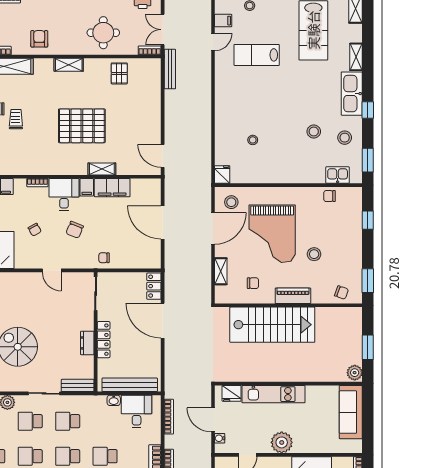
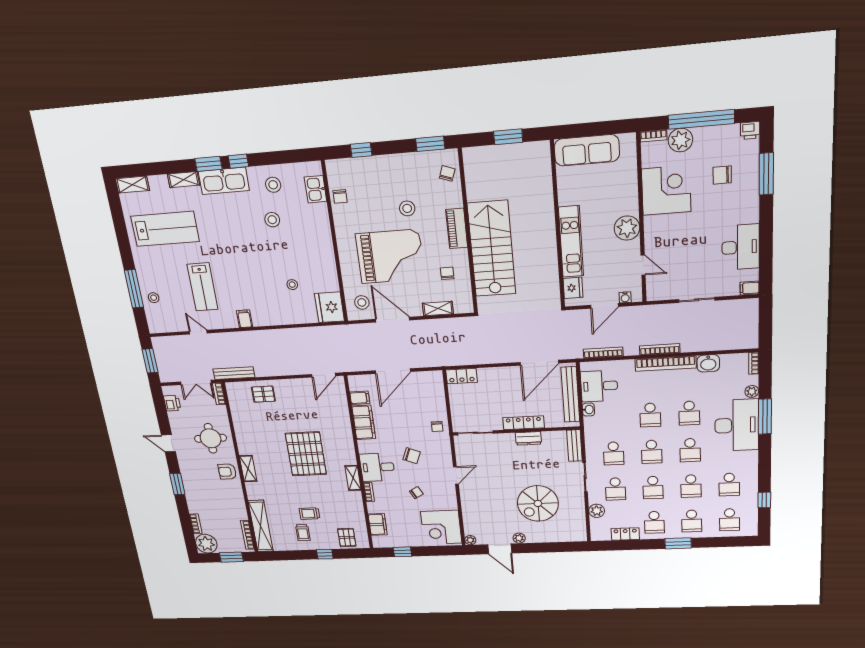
filing cabinet: (223, 21) -> (244, 319), moved
armchair: (39, 39) -> (227, 472), moved
pallet: (119, 73) -> (263, 394), moved
window: (368, 160) -> (208, 164), moved
shelving: (102, 169) -> (353, 478), moved
fridge: (222, 174) -> (329, 307), width x1.88, depth x1.34
filing cabinet: (87, 187) -> (360, 398), moved
door: (163, 321) -> (539, 363), moved
plant: (355, 373) -> (539, 150), removed

